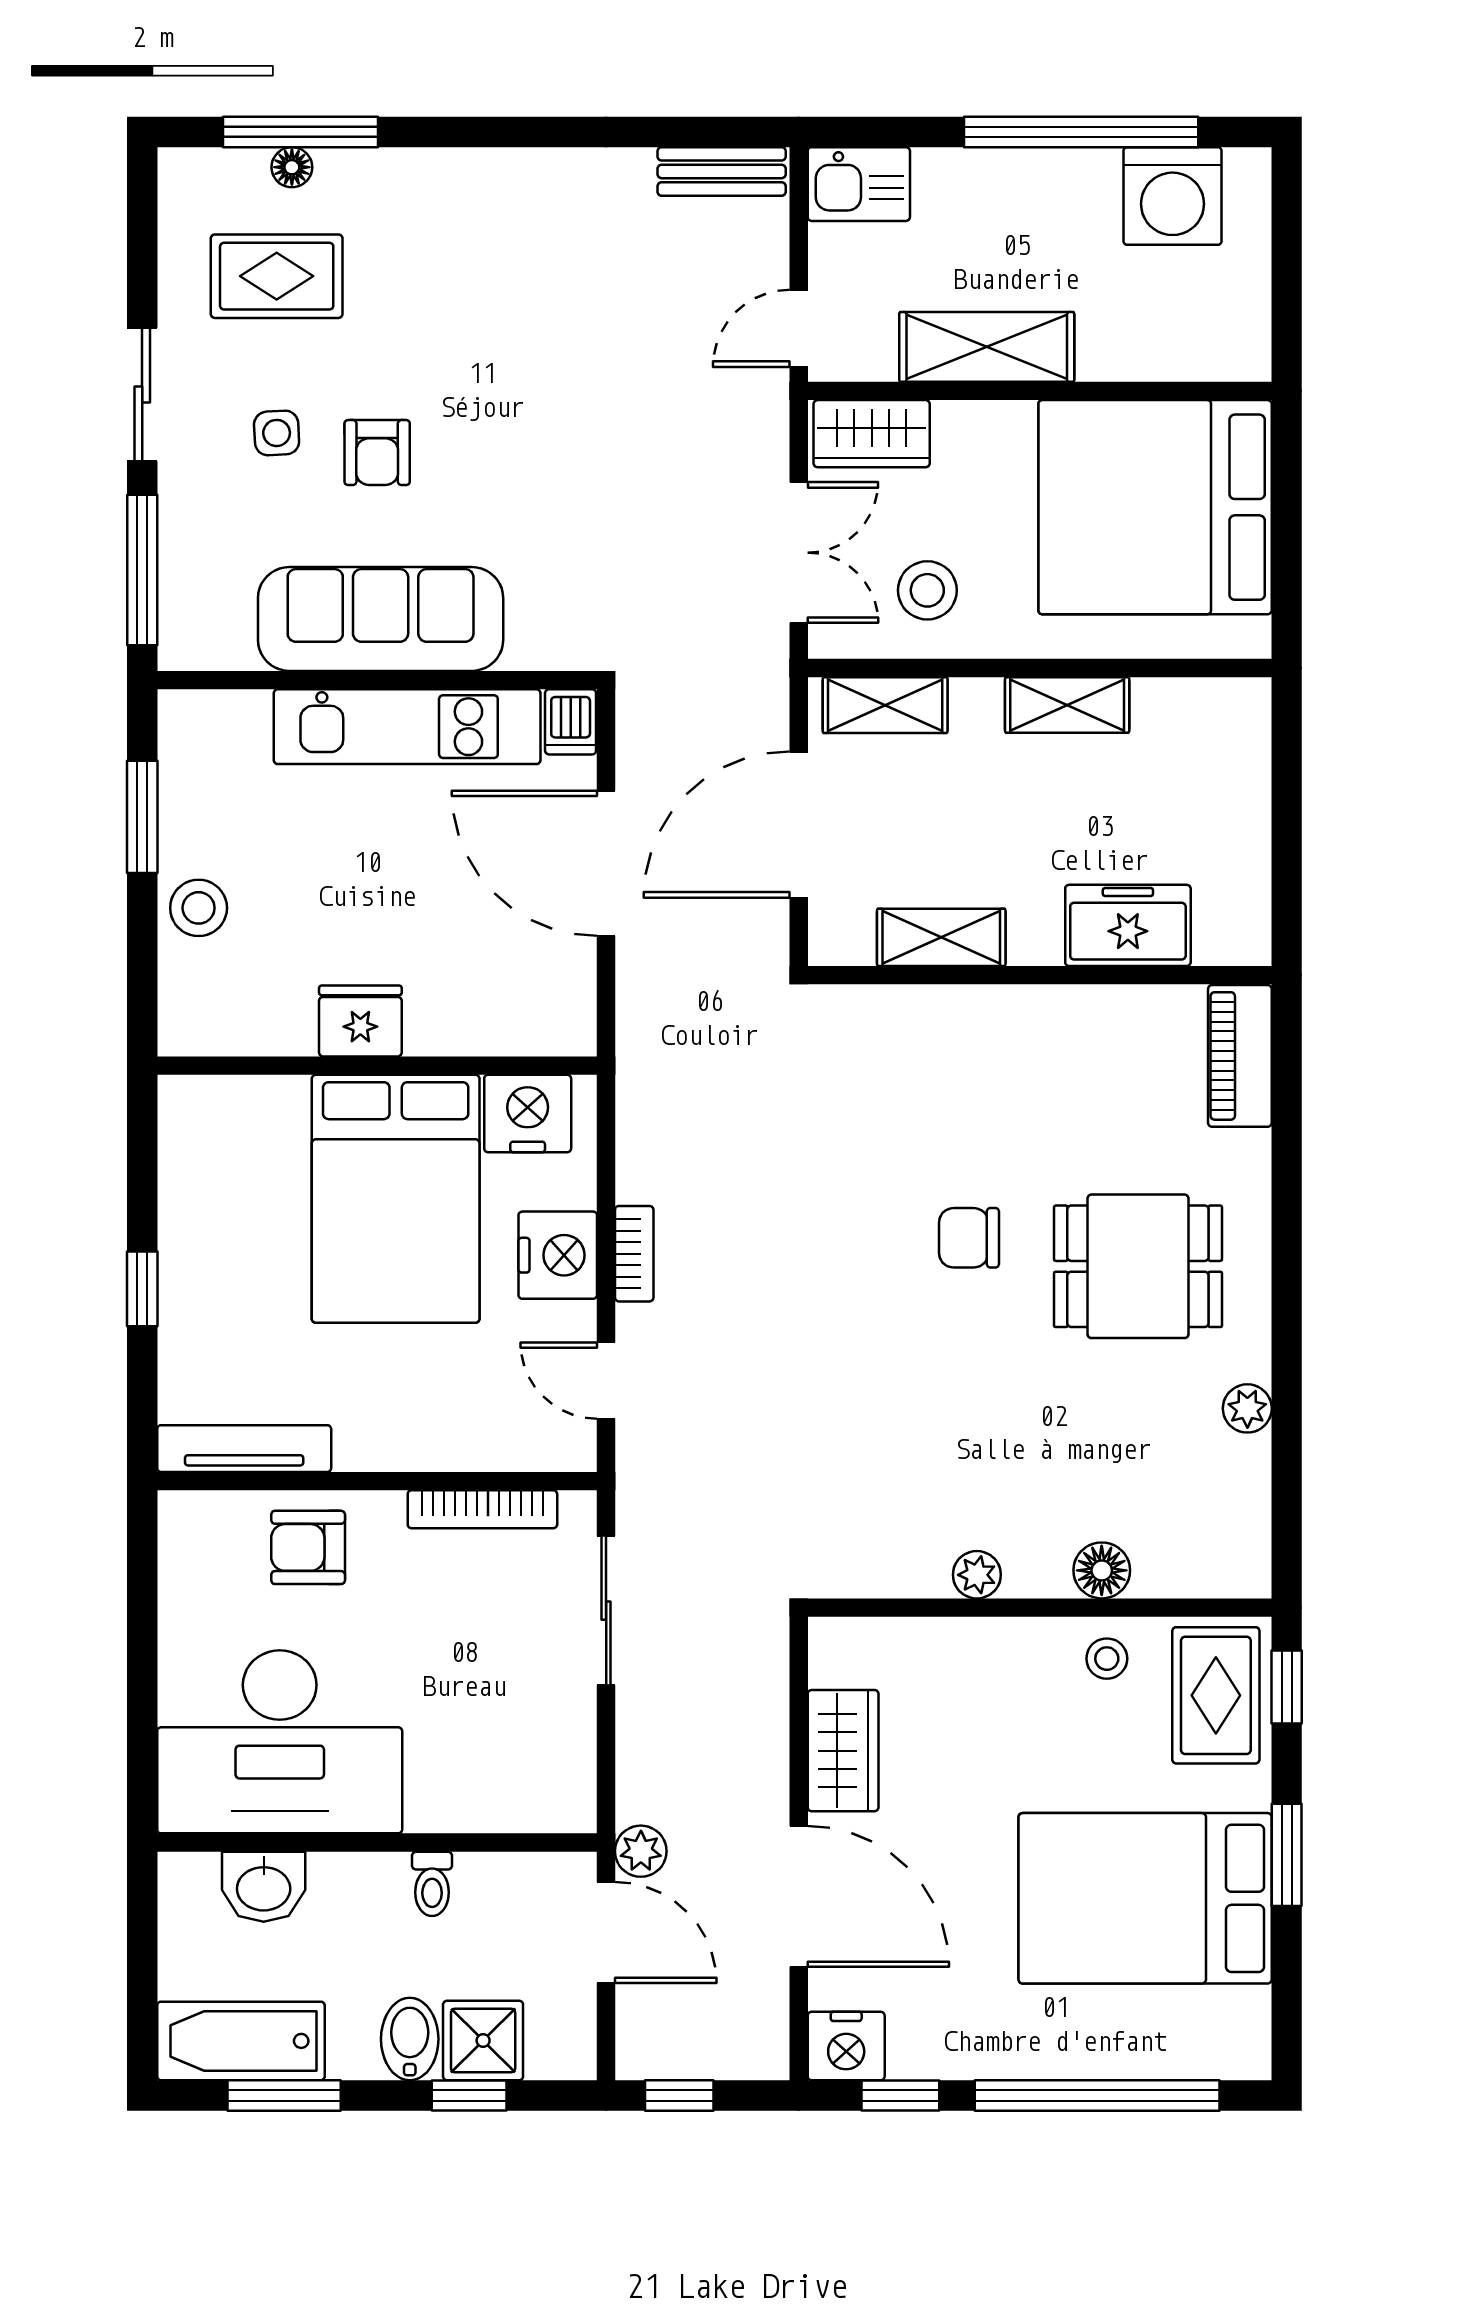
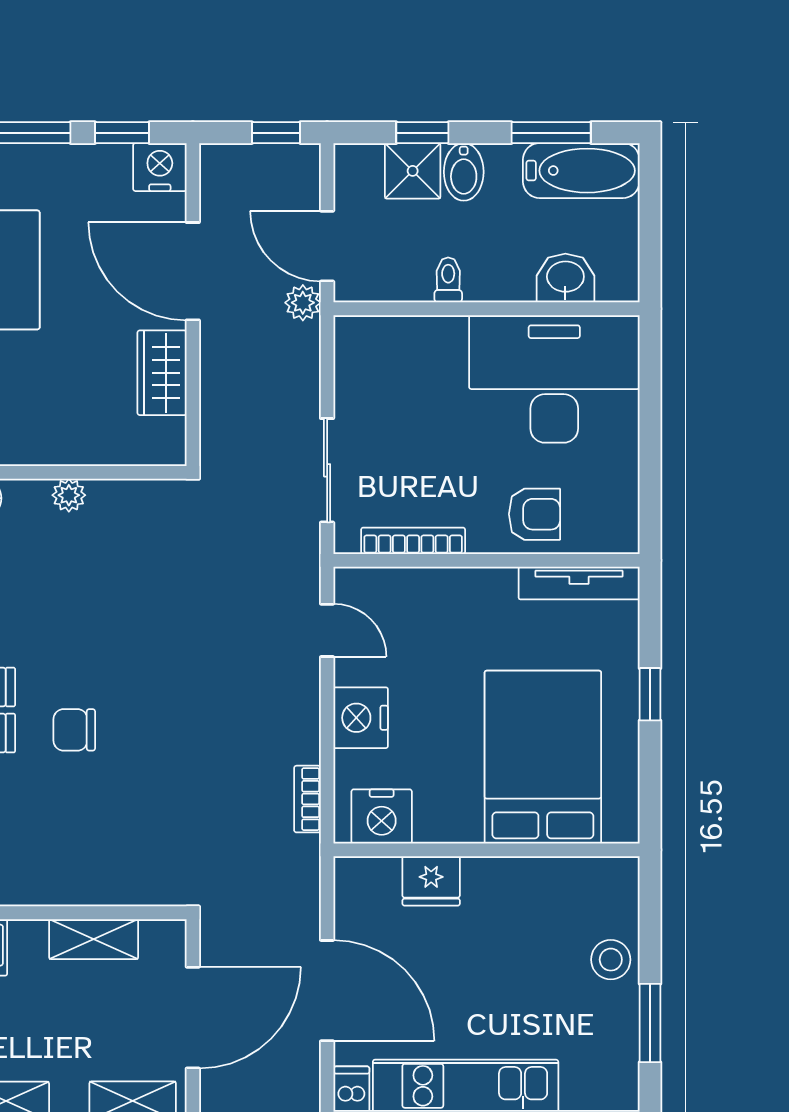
fridge: (360, 1021) -> (431, 881), moved
bed: (396, 1199) -> (543, 757), moved
chair: (969, 1238) -> (74, 730), turned 180
bookcase: (634, 1254) -> (307, 799), moved

